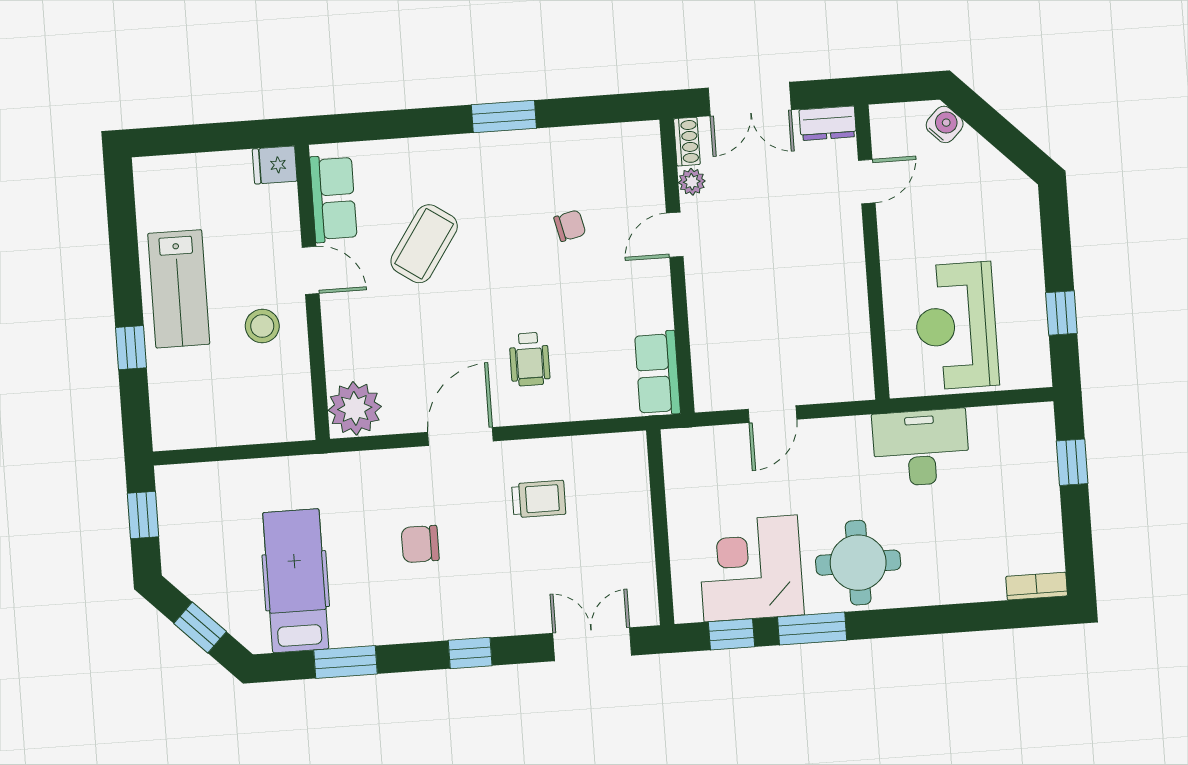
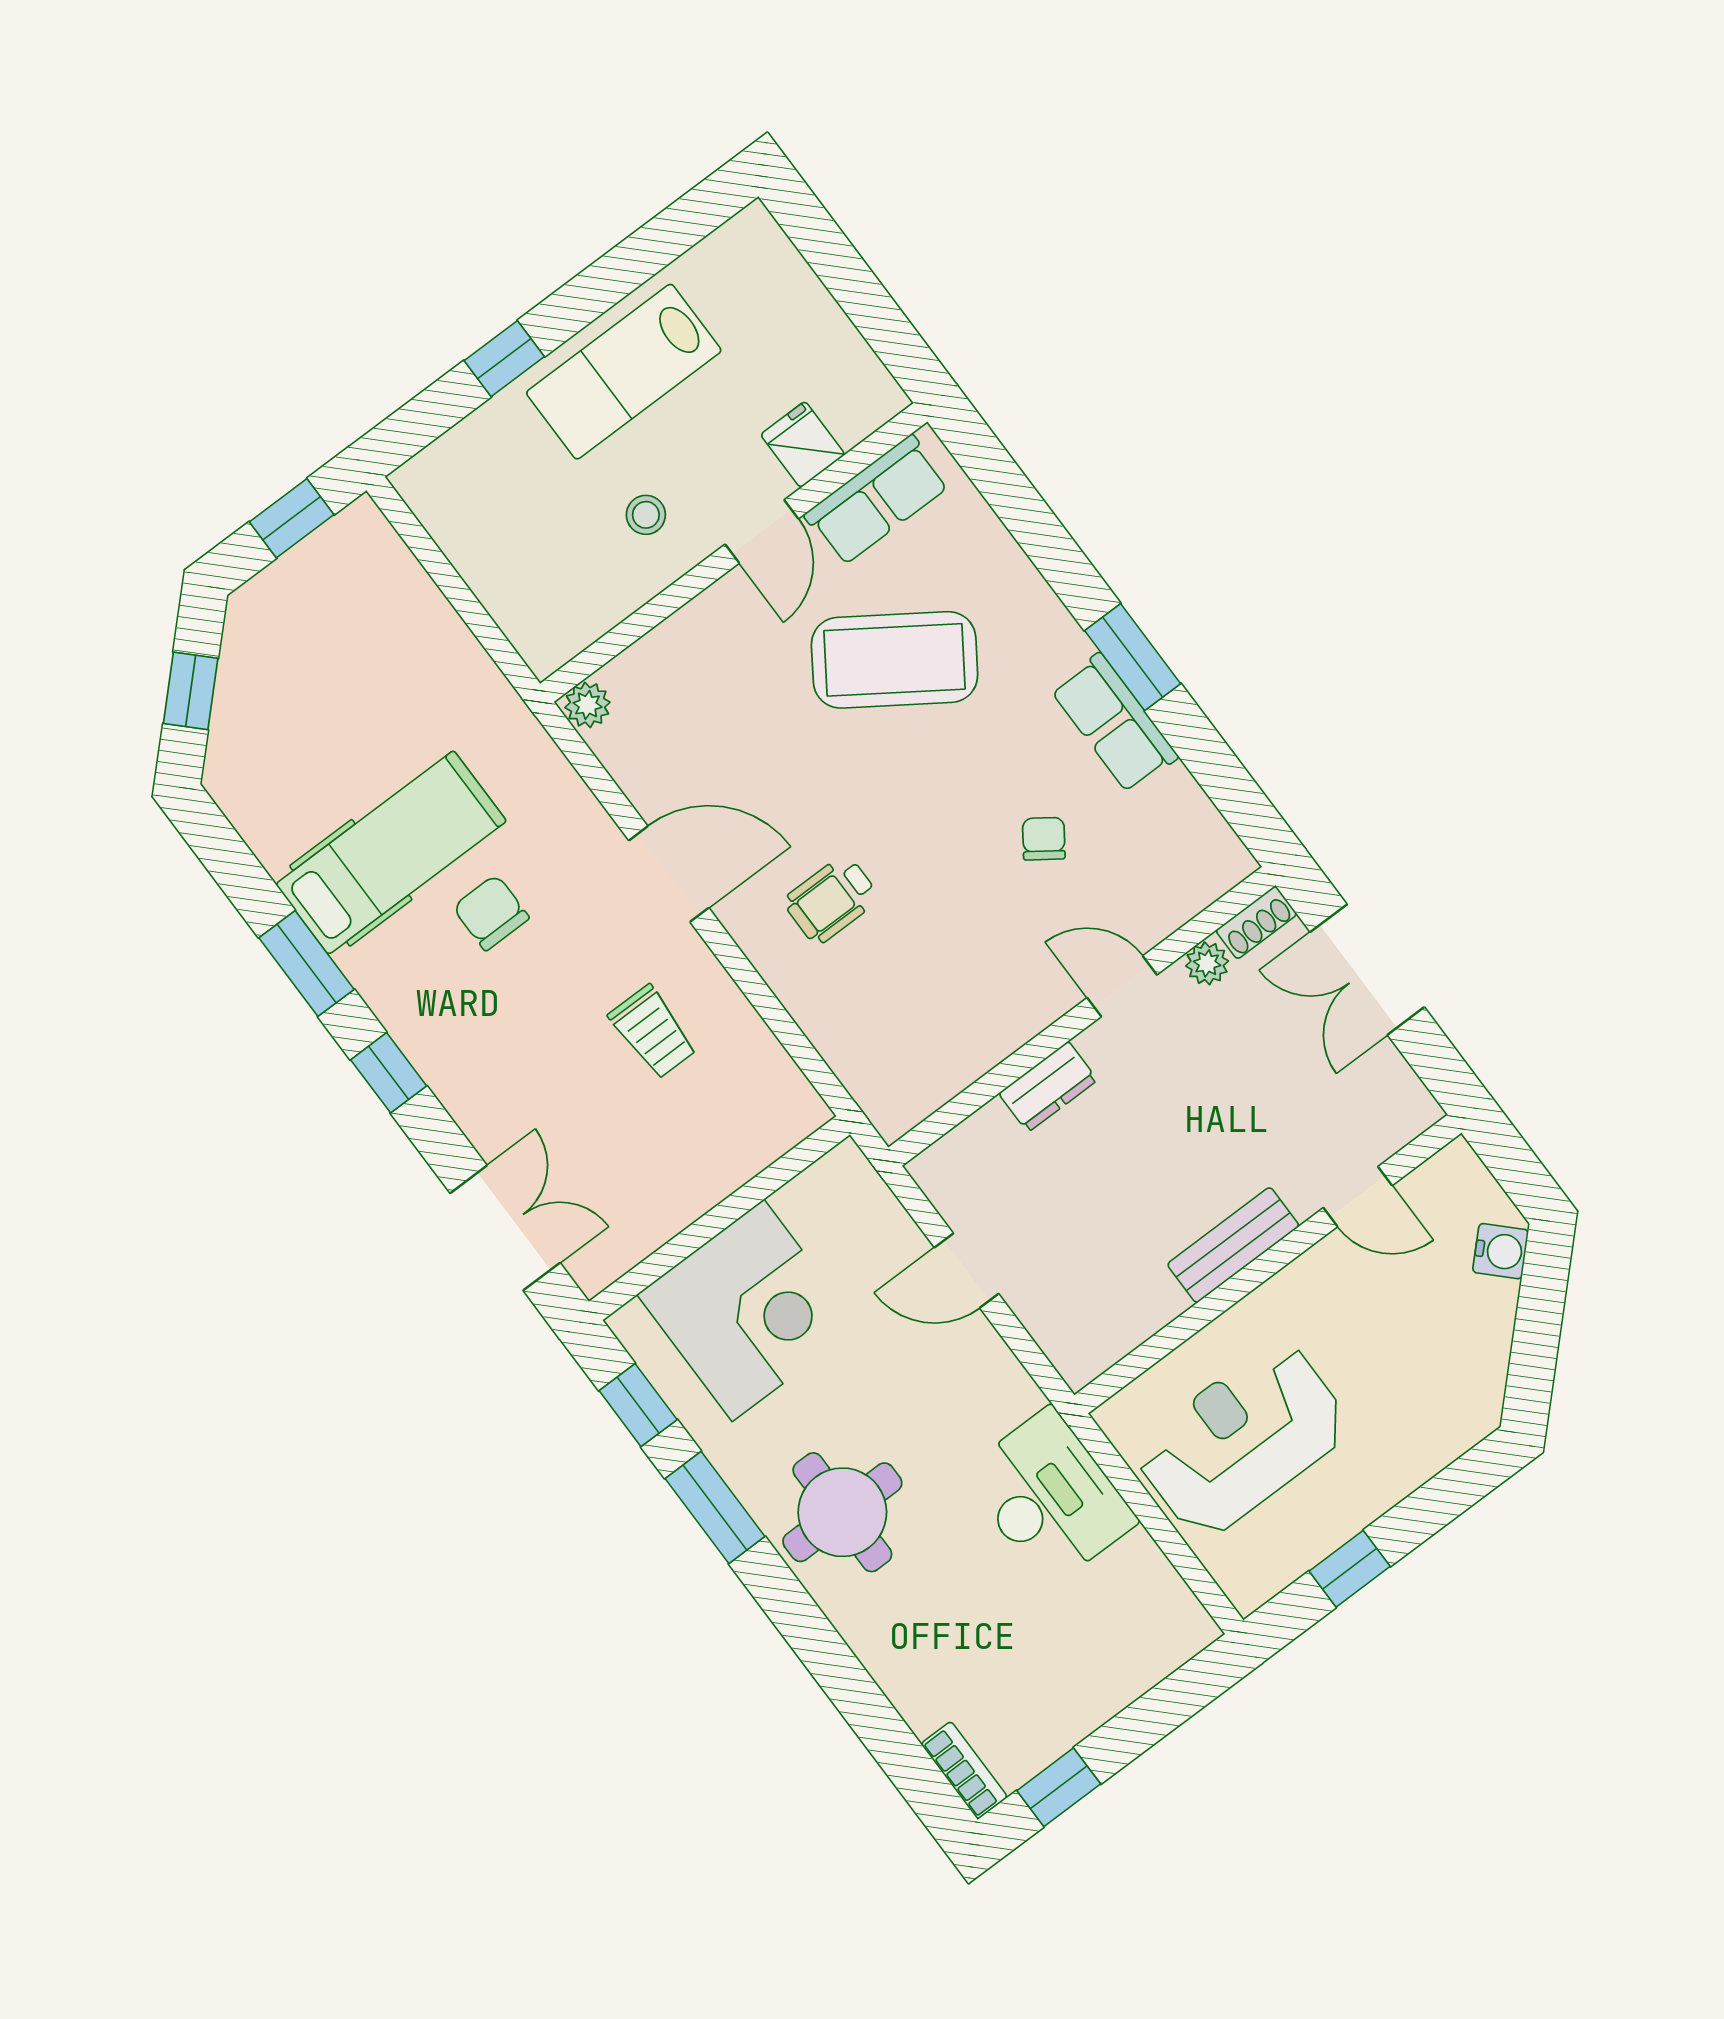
dresser: (828, 123) -> (1048, 1087), moved, turned -90
fridge: (275, 165) -> (803, 445), moved
chair: (570, 226) -> (1044, 839), turned -132
coffee table: (424, 244) -> (895, 660), width x1.36, depth x1.32
bench: (850, 264) -> (1233, 1245), added
stool: (262, 326) -> (646, 515), width x0.73, depth x0.73
row of seats: (657, 373) -> (1114, 723), moved, turned -90
plant: (355, 408) -> (588, 705), width x0.53, depth x0.53
window: (1072, 462) -> (1059, 1787), moved
corner desk: (751, 568) -> (748, 1310), moved, turned 90
hospital bed: (296, 581) -> (391, 853), moved
window: (345, 662) -> (307, 964), moved

